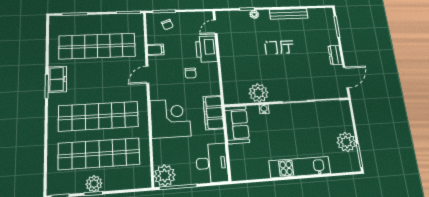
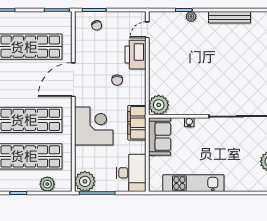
filing cabinet: (156, 50) -> (83, 53), removed
door: (147, 75) -> (73, 80), width x1.87
plant: (259, 93) -> (159, 105), moved
kitchen unit: (300, 167) -> (193, 183), moved
plant: (94, 184) -> (47, 184), moved

